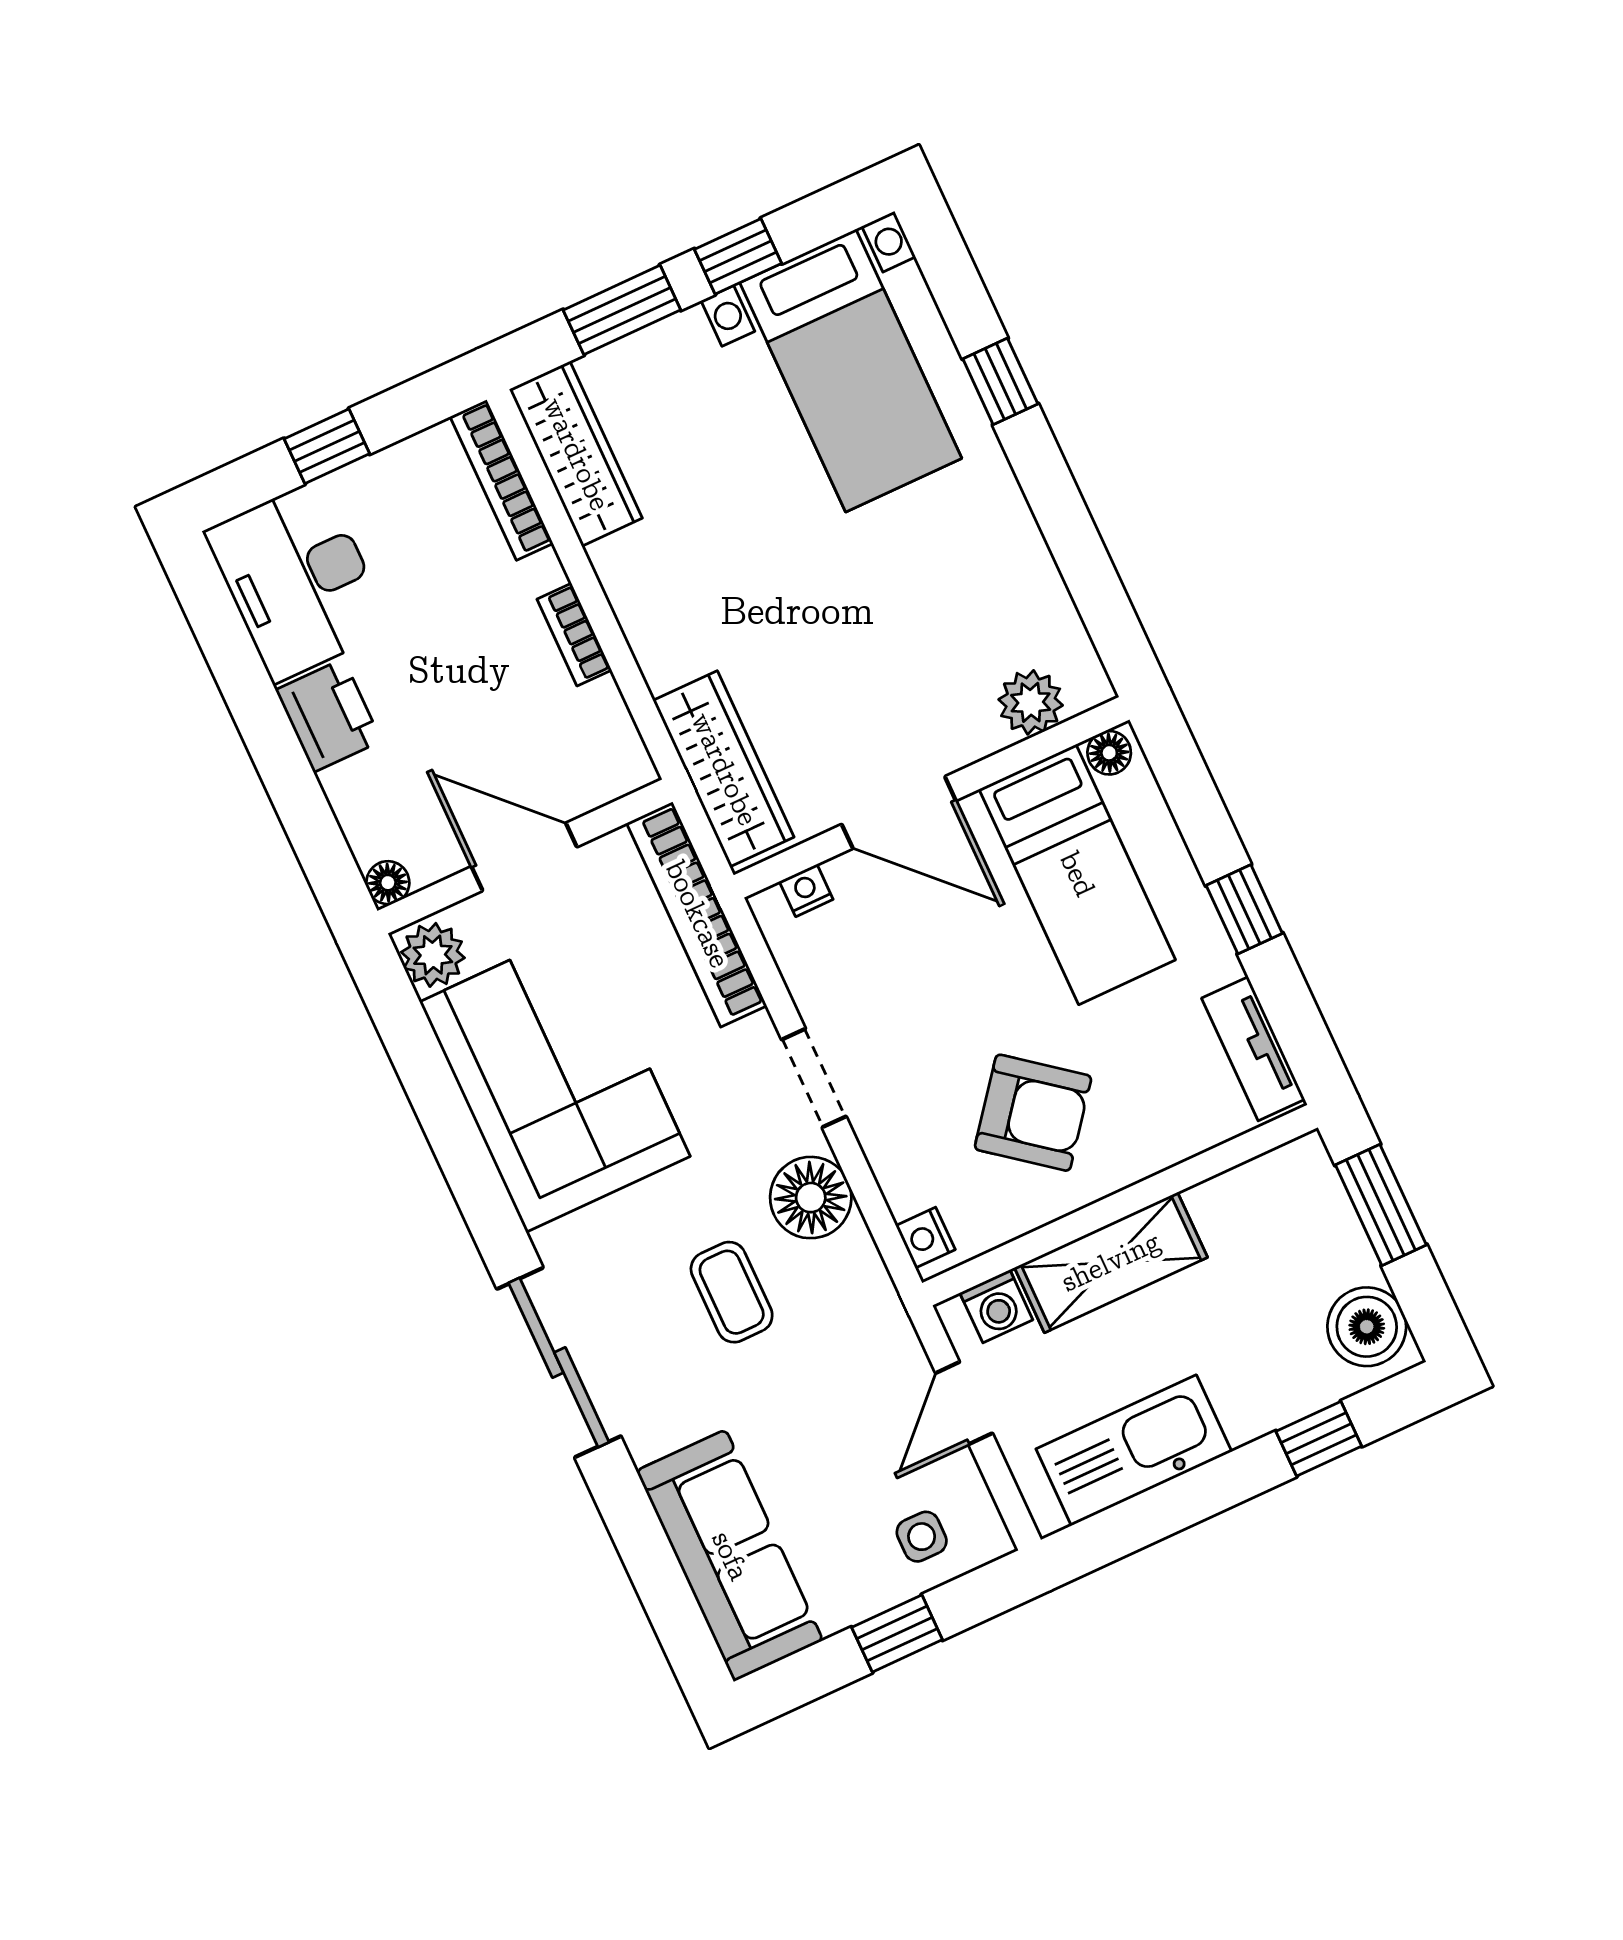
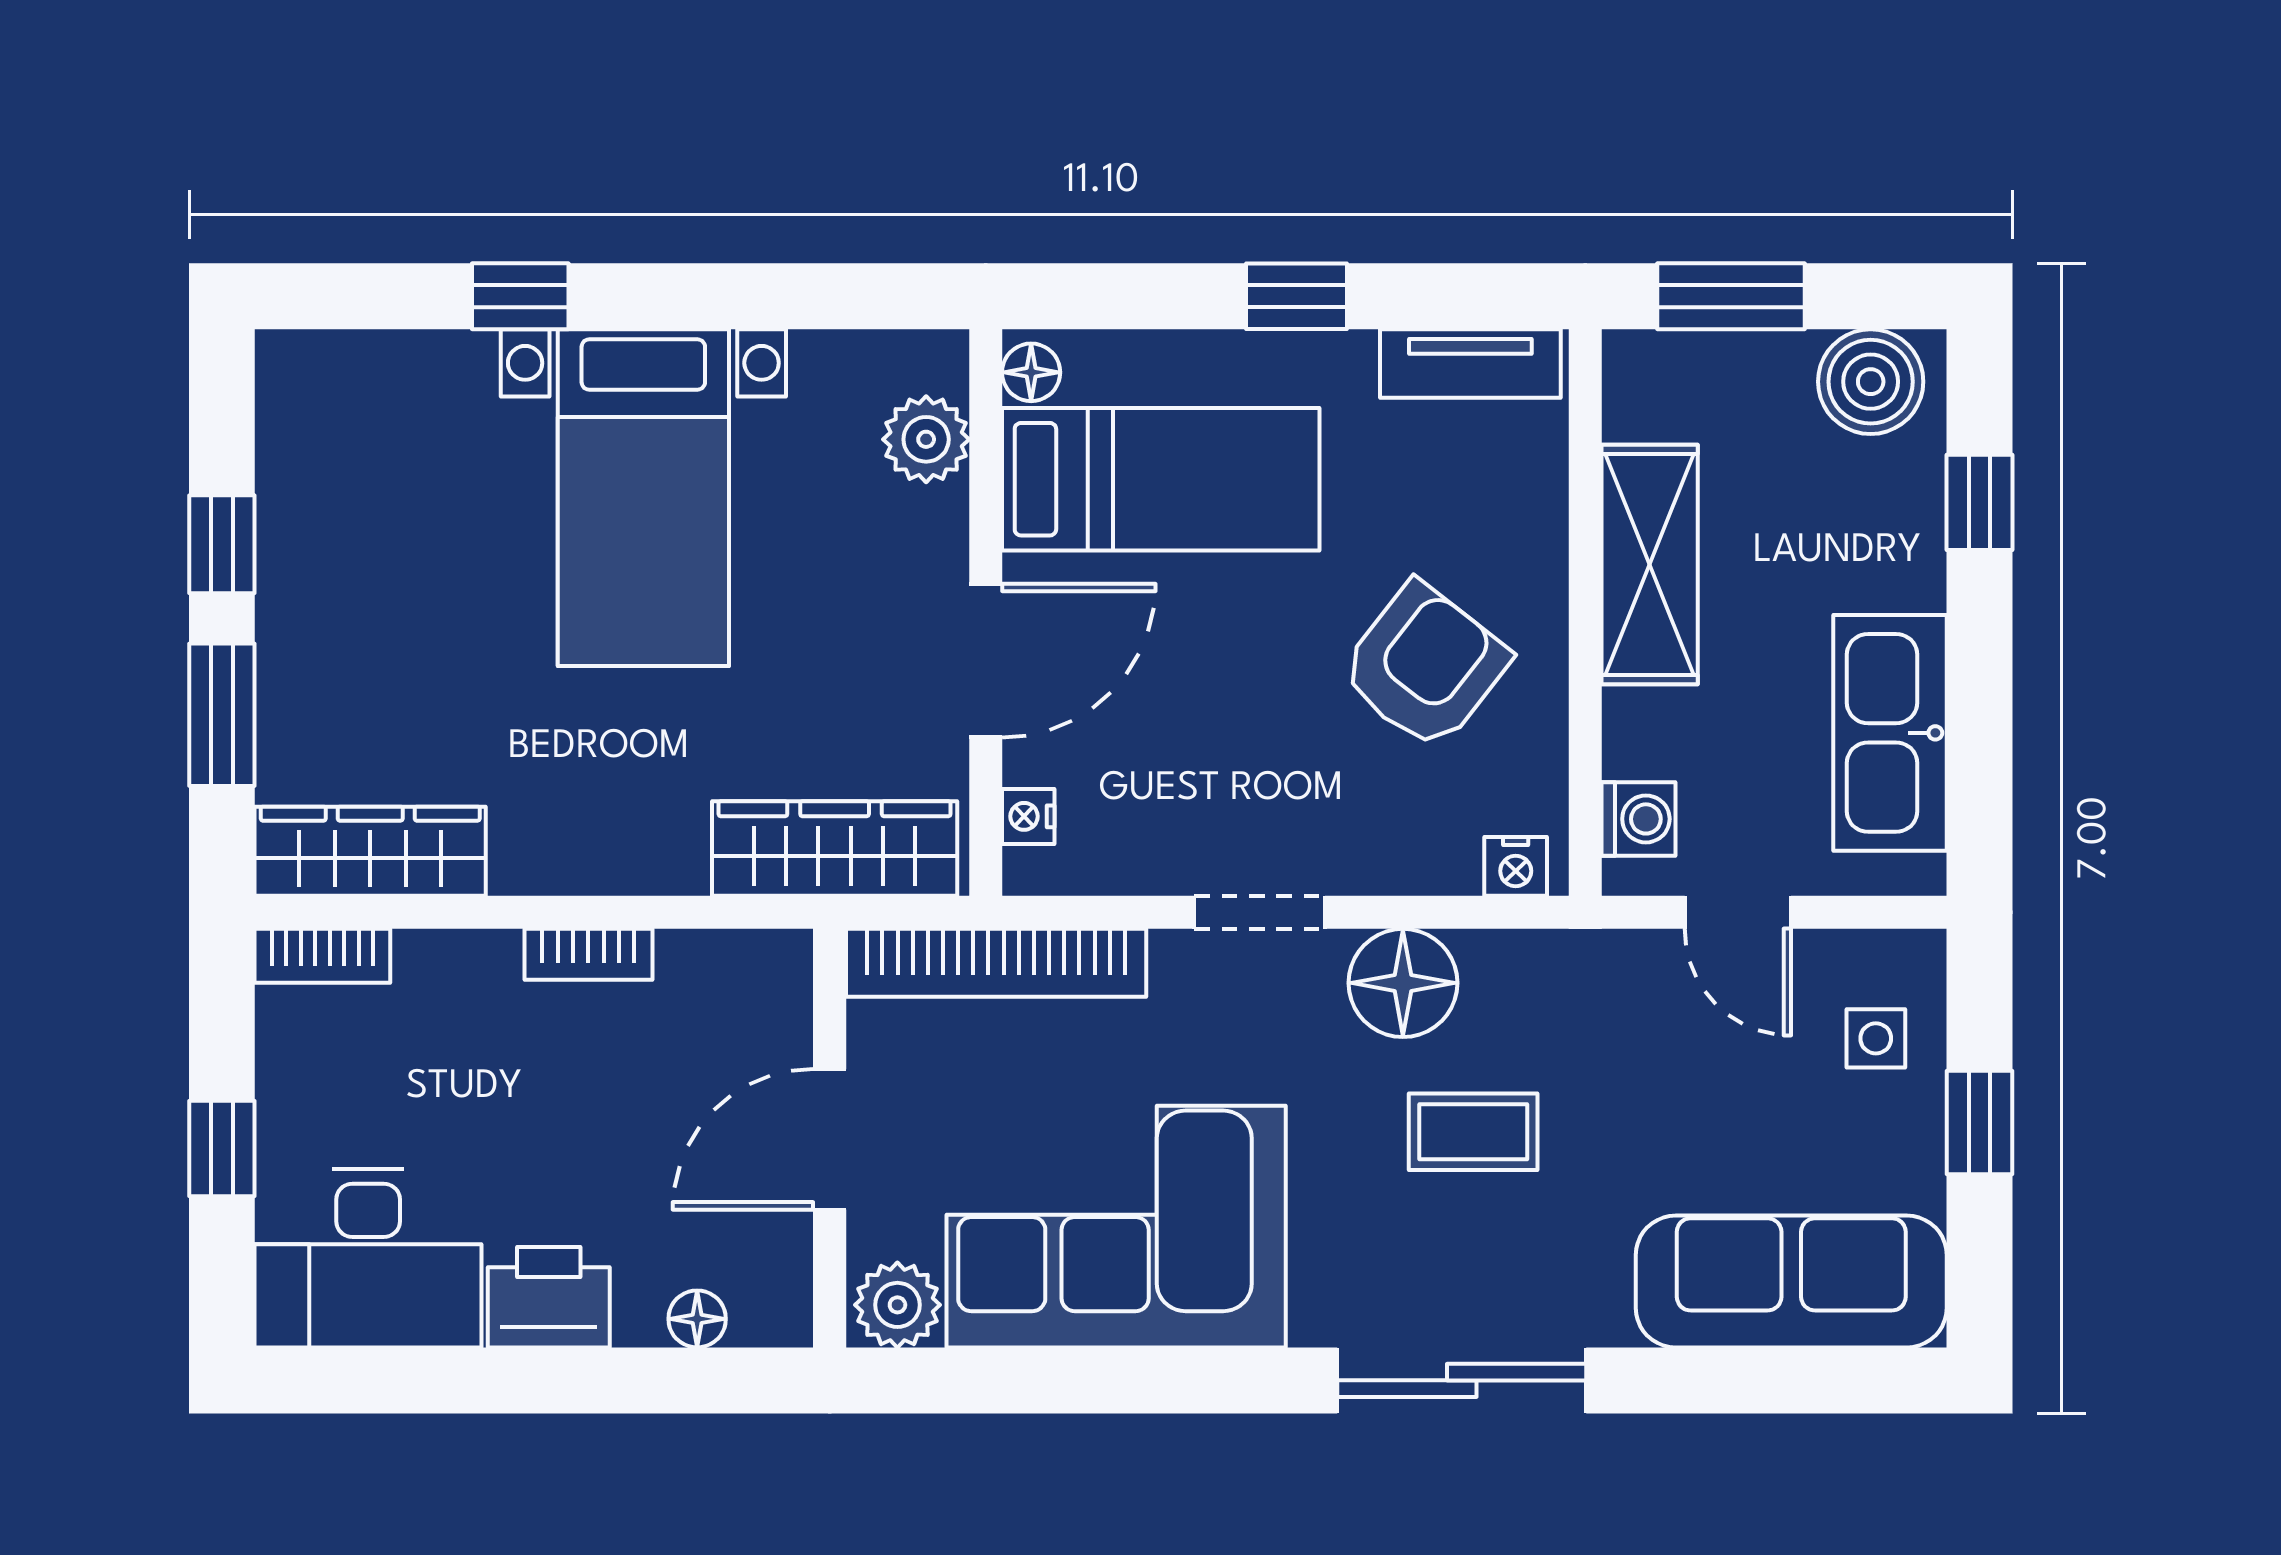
bed with nightstands: (851, 371) -> (643, 498), moved, turned 90
bookcase: (502, 480) -> (322, 956), width x0.64
floor lamp: (388, 883) -> (697, 1319), moved
shelving: (1111, 1262) -> (1650, 565), moved

